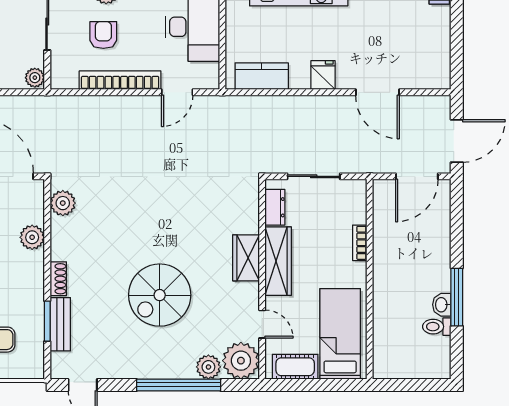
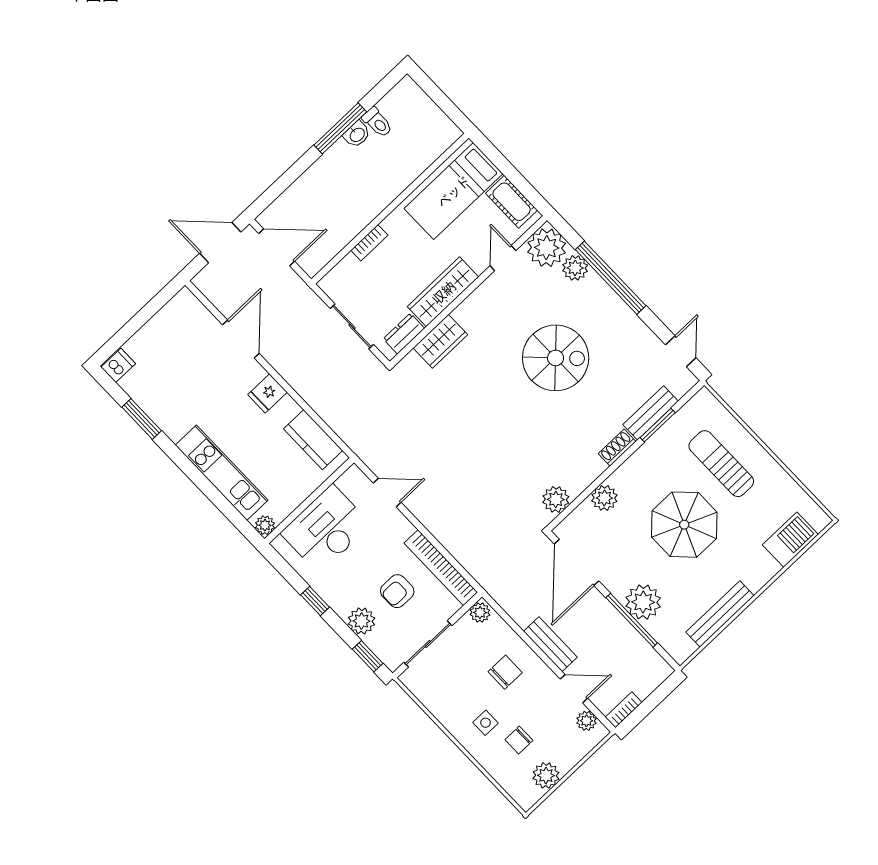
bookcase: (120, 80) -> (441, 568), moved
wardrobe: (246, 258) -> (440, 341), moved

